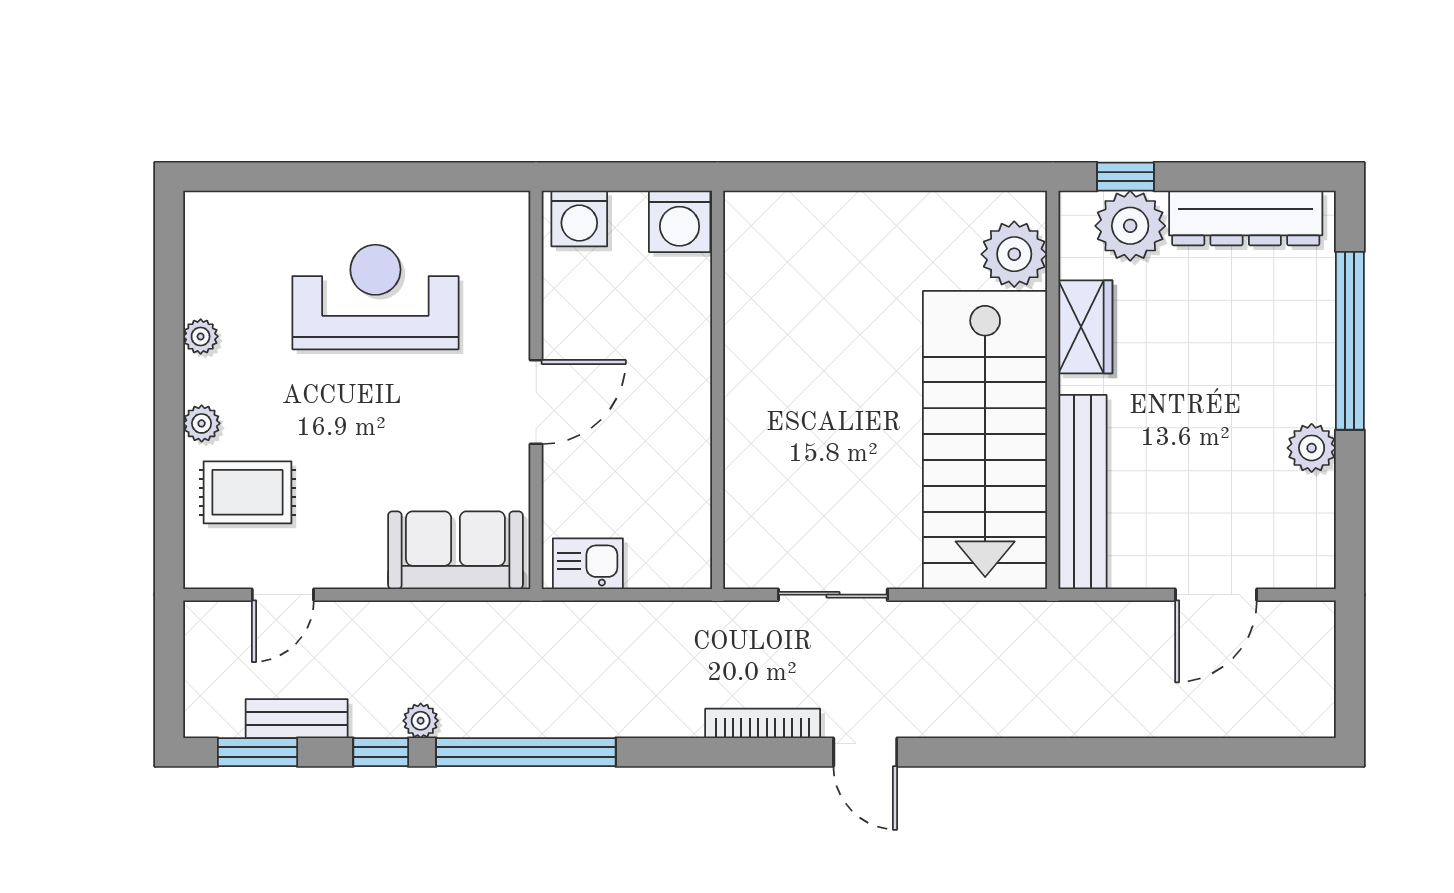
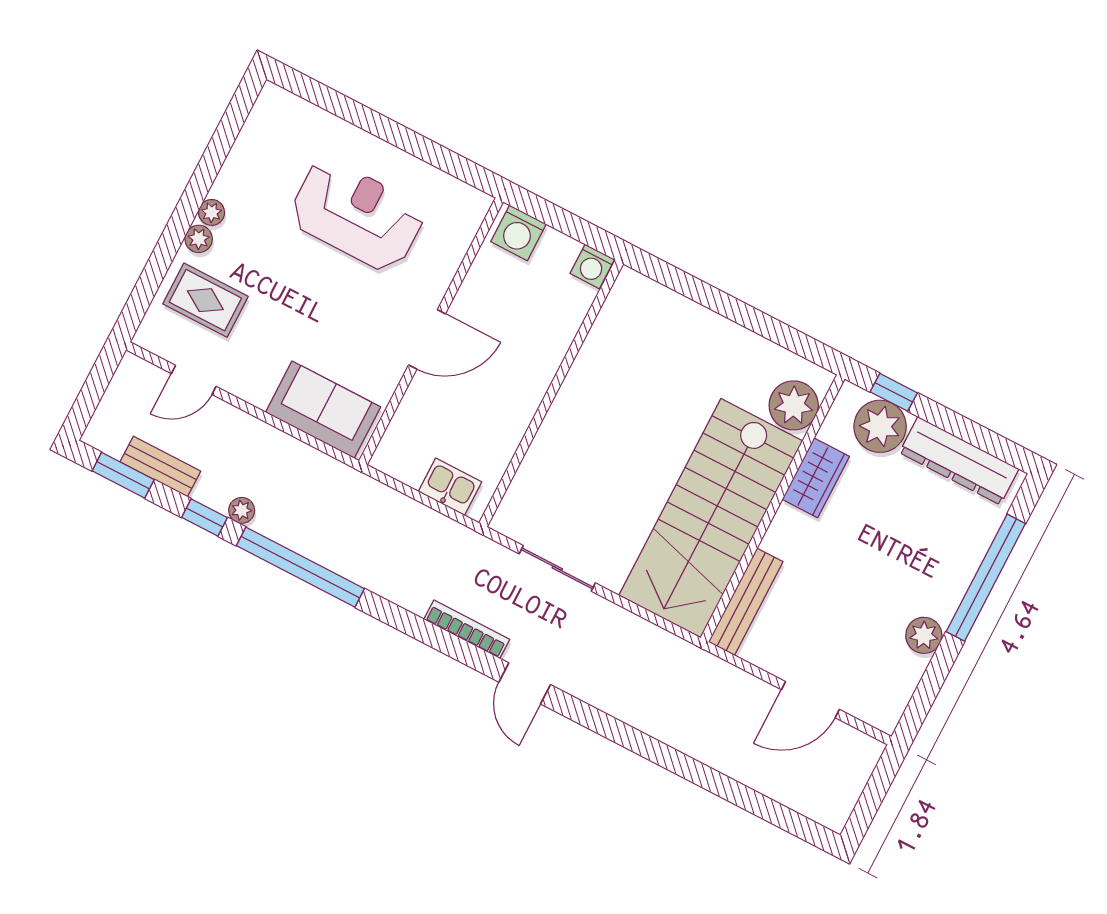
washing machine: (680, 221) -> (592, 266), width x0.73, depth x0.73
plant: (201, 336) -> (212, 212), moved
bench: (1083, 492) -> (746, 602), width x0.73, depth x0.82
kitchen sink: (588, 564) -> (450, 487), moved

